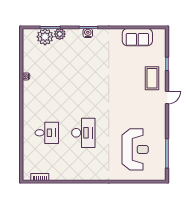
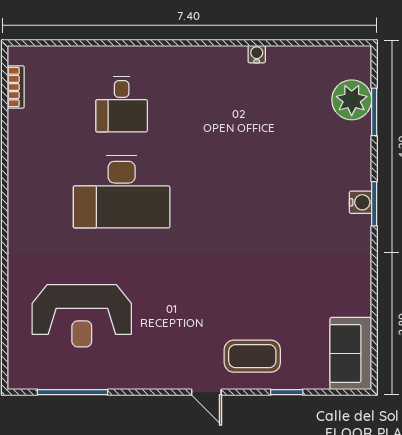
plant: (60, 34) -> (358, 135), removed
sofa: (137, 37) -> (351, 353), moved
desk: (83, 133) -> (122, 192), width x1.36, depth x1.30

